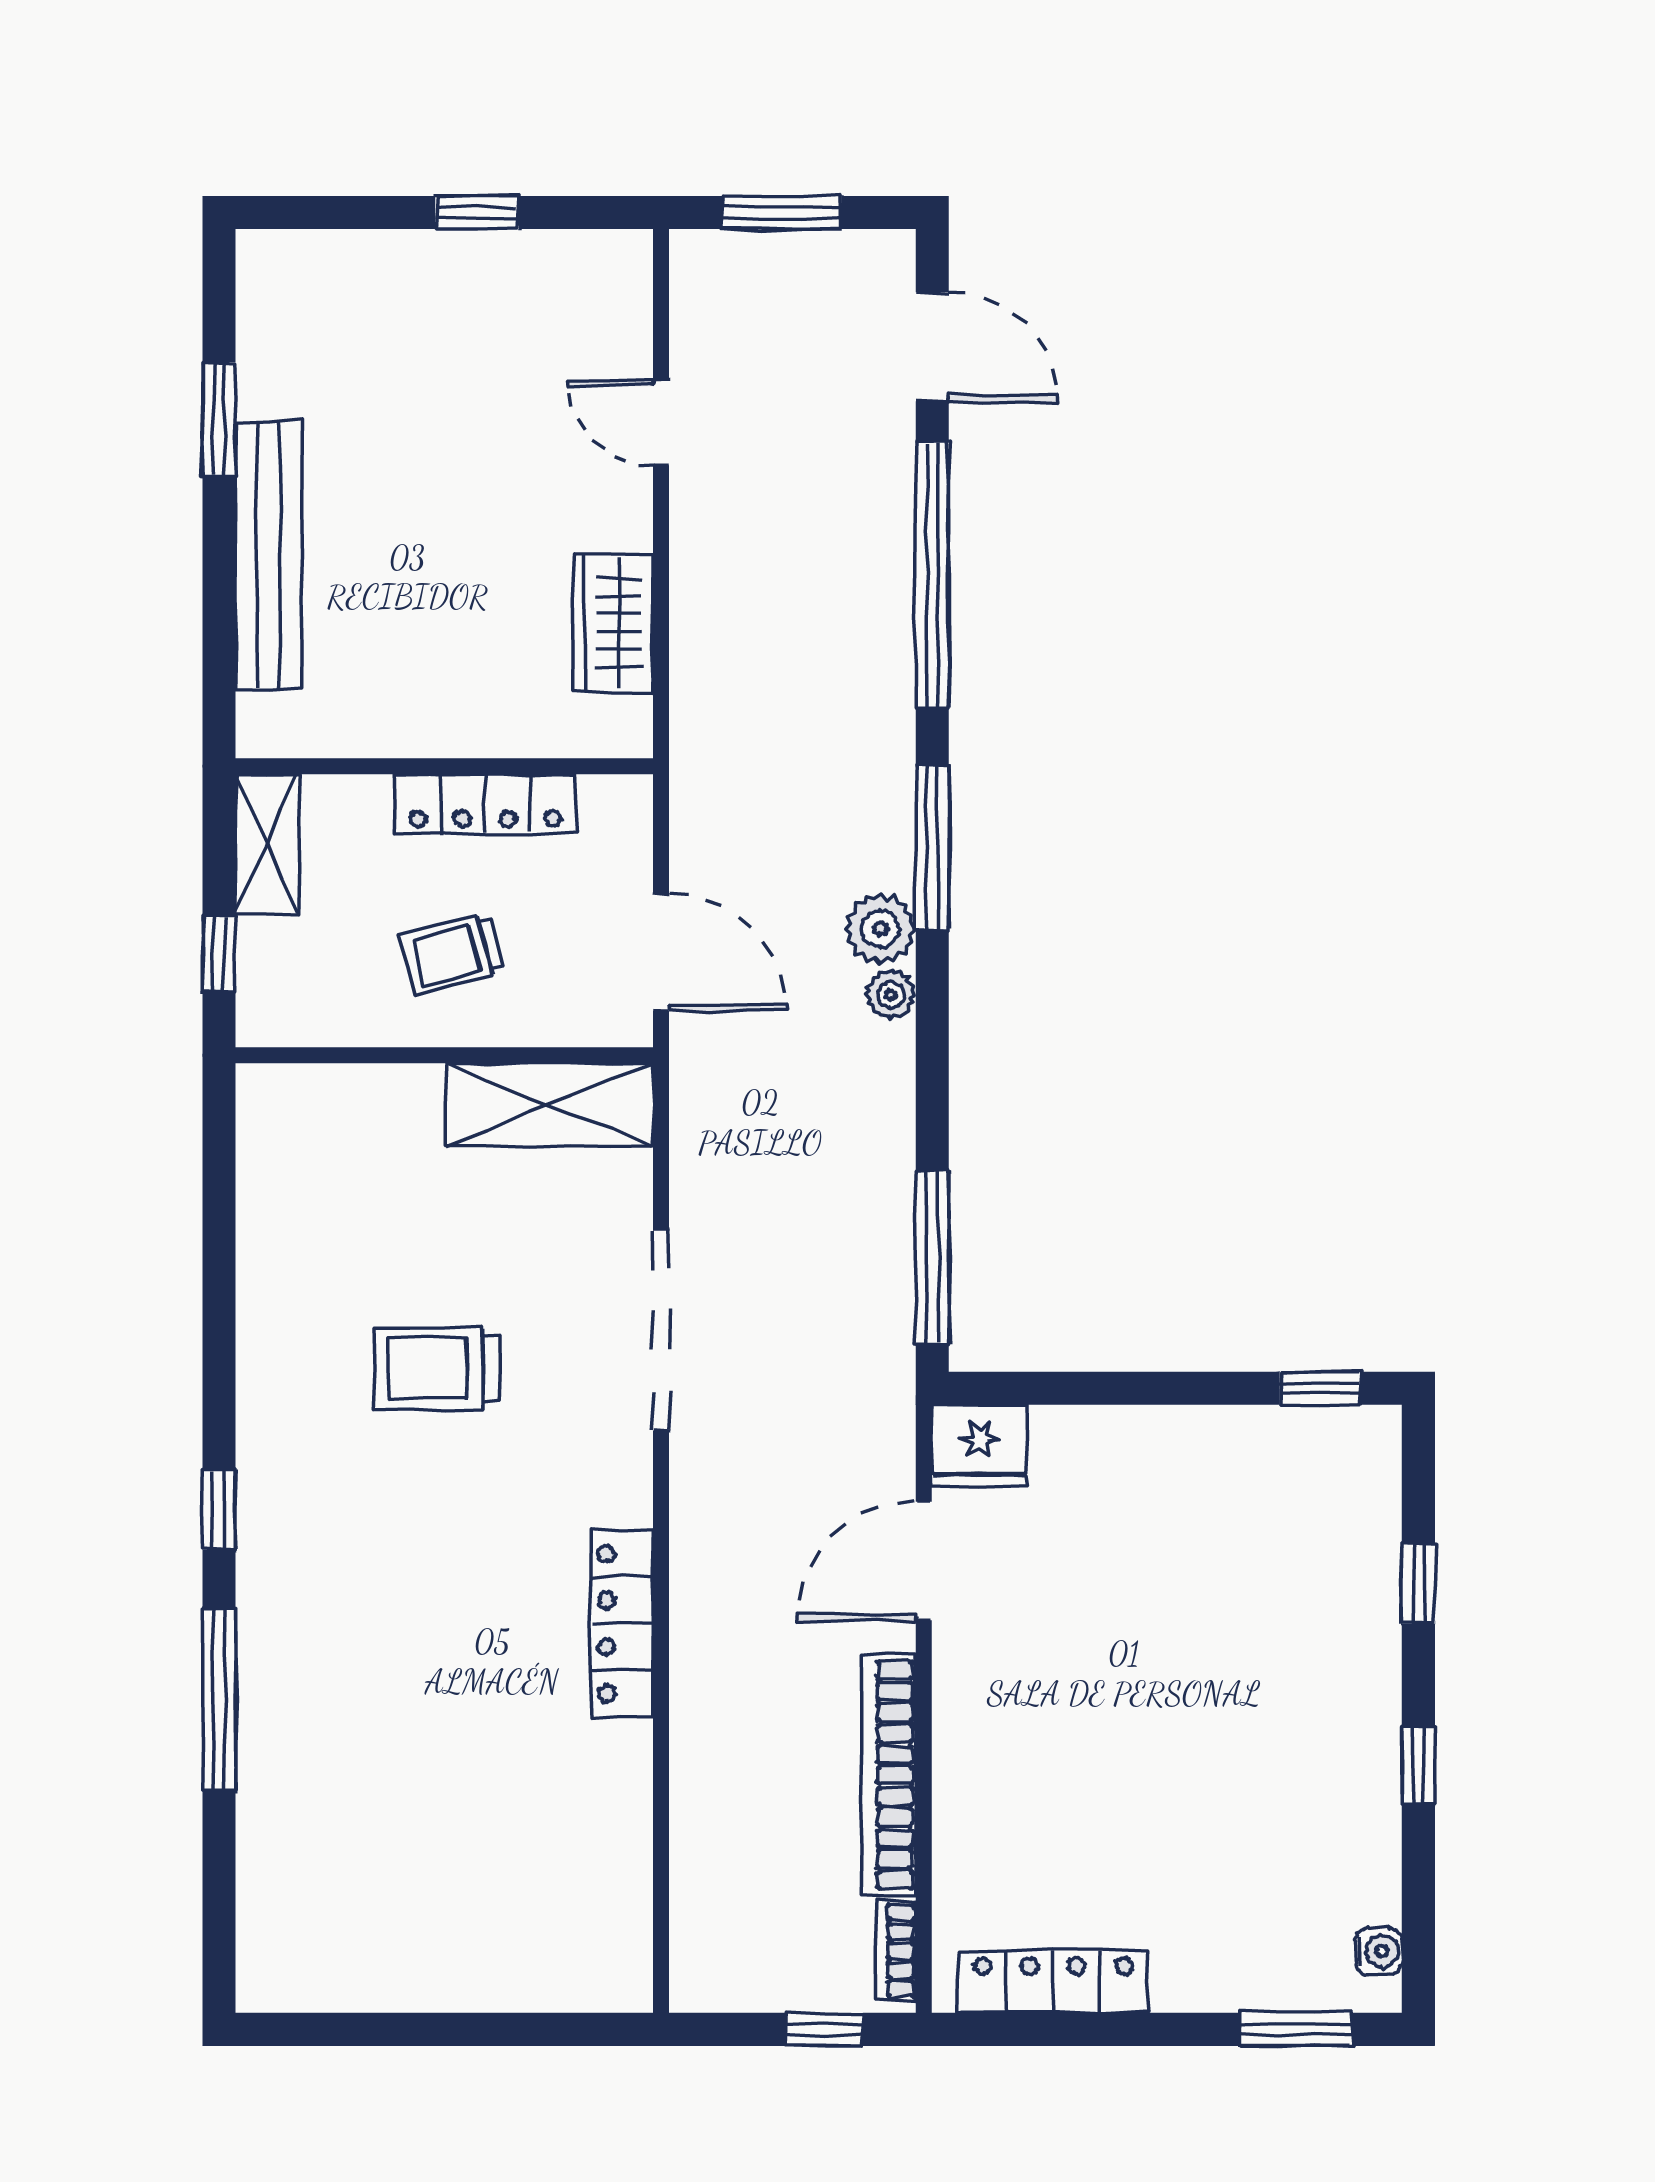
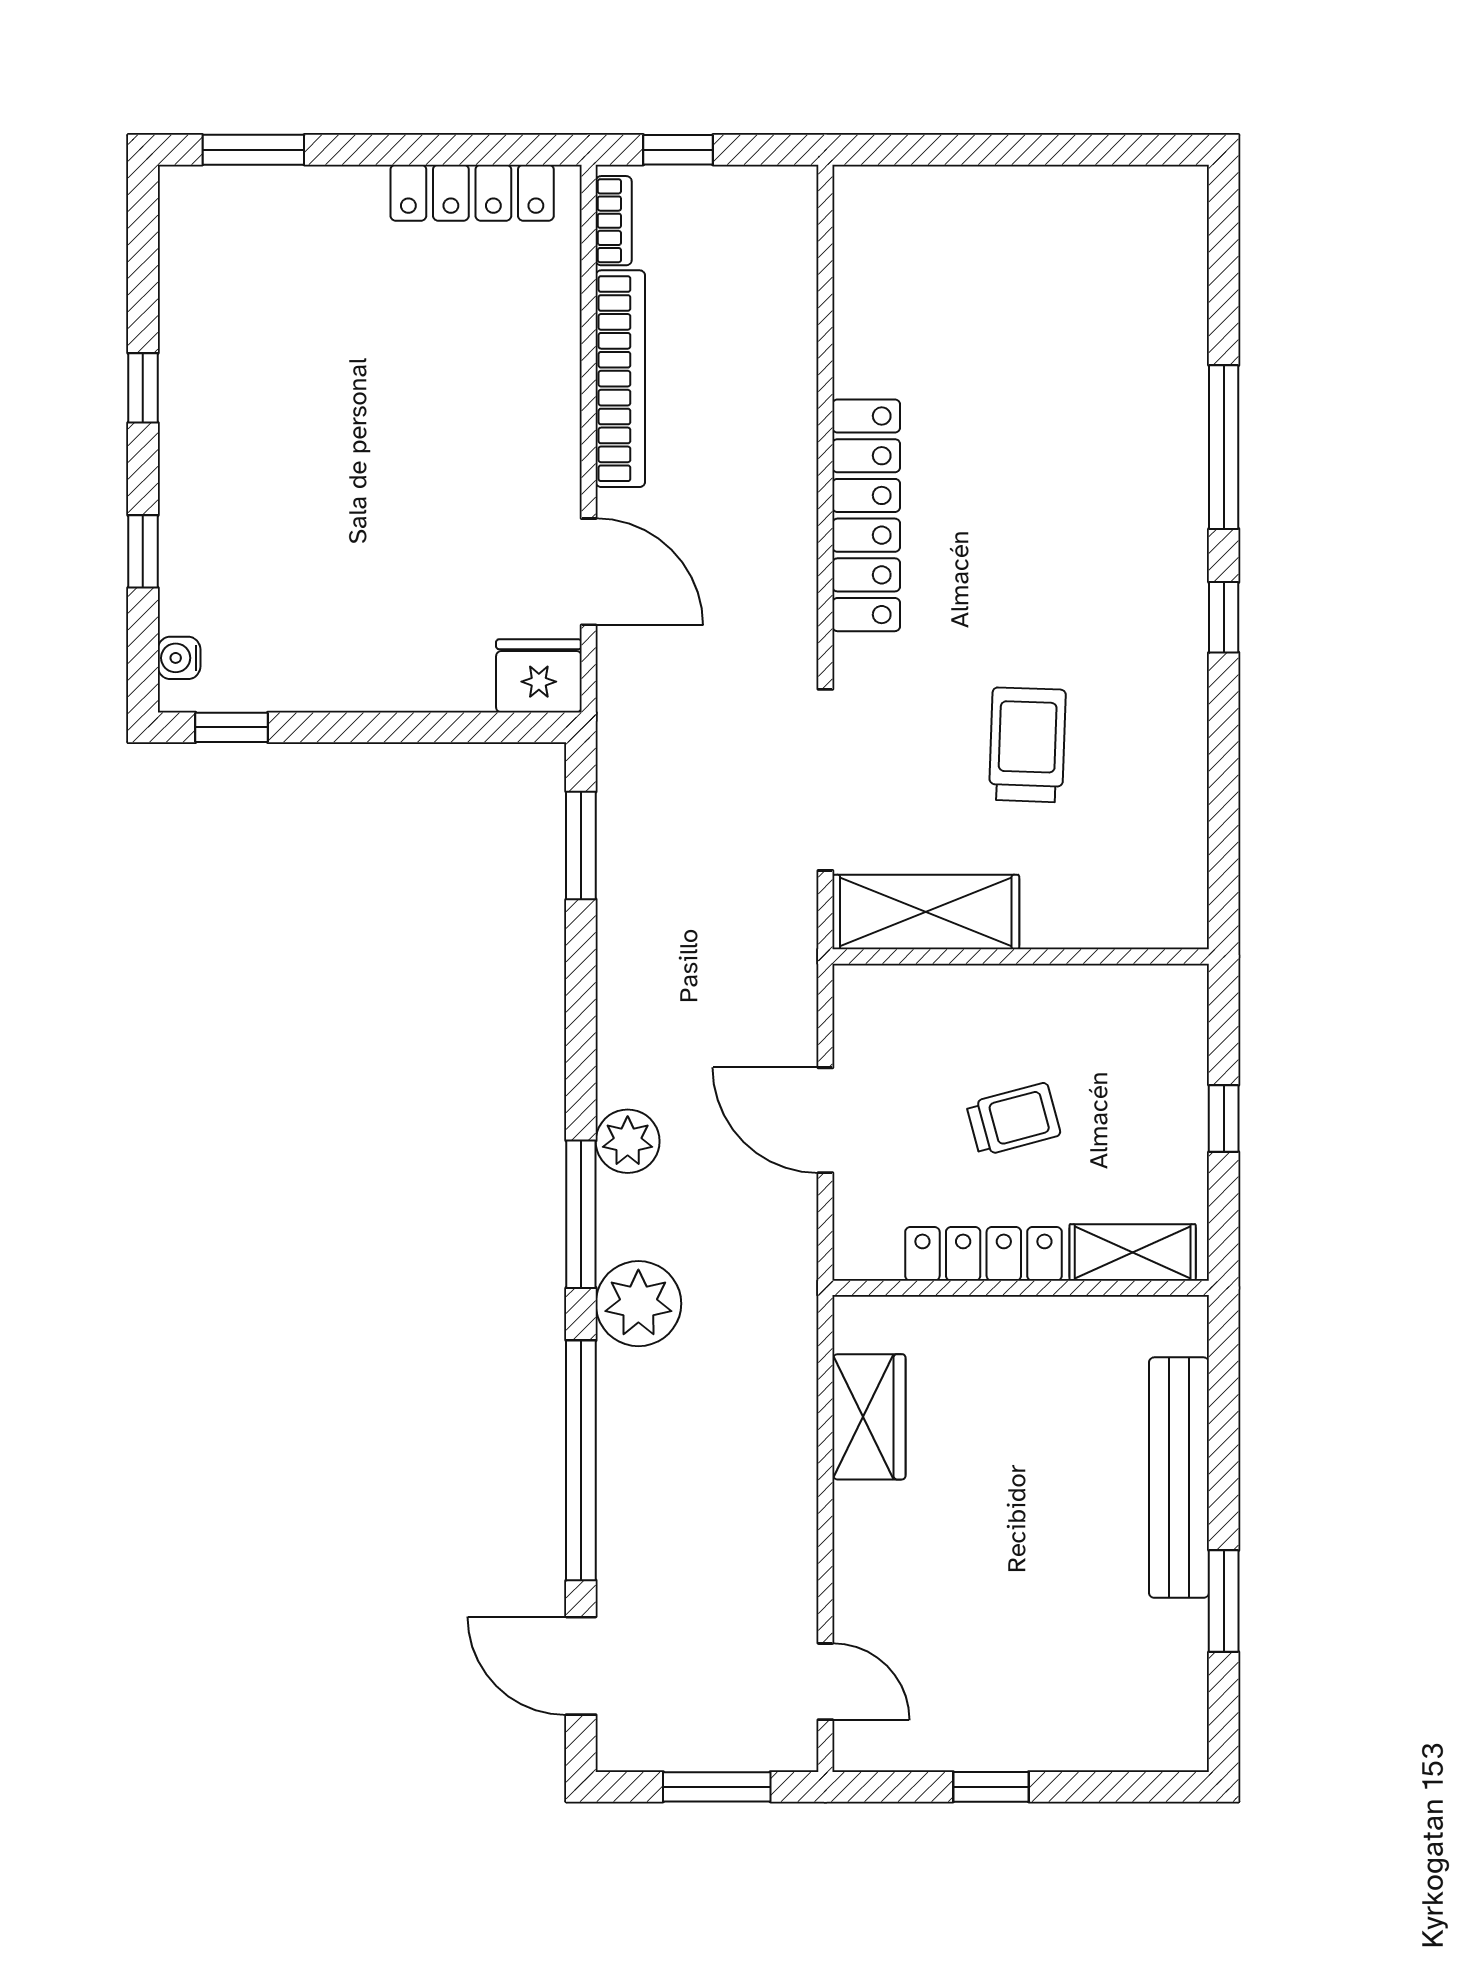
door: (661, 423) -> (825, 1682), moved
shelving: (267, 844) -> (1133, 1252), moved, turned 90
plant: (891, 995) -> (638, 1304), moved, width x1.88, depth x1.88
wall: (444, 1055) -> (1021, 956), moved
shelving: (550, 1105) -> (926, 912), moved
window: (932, 1257) -> (581, 845), width x0.69
trolley: (437, 1369) -> (1027, 745), turned -88
door: (924, 1561) -> (589, 572), hinge flipped
locker: (622, 1624) -> (866, 515), width x1.41, depth x1.21
water cooler: (1378, 1951) -> (179, 658), moved

